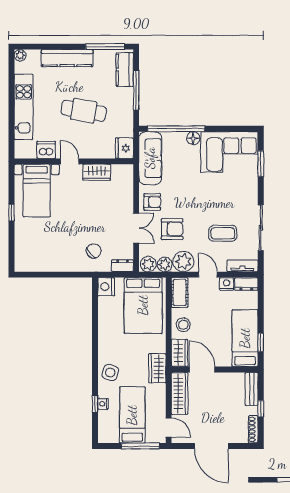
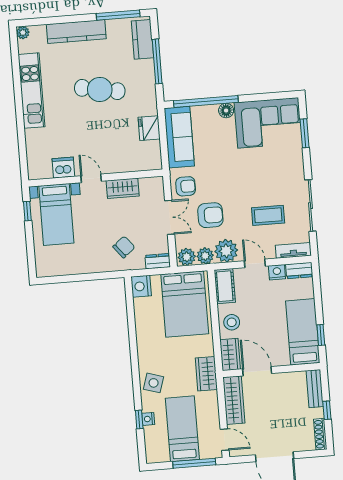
dishwasher: (46, 150) -> (63, 168), moved
door: (70, 161) -> (91, 178), moved
wall: (74, 161) -> (96, 178), moved
wardrobe: (97, 172) -> (123, 188), moved
bed with nightstands: (37, 191) -> (56, 214), moved

